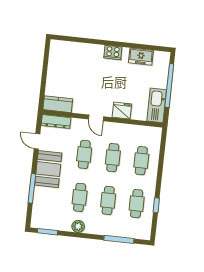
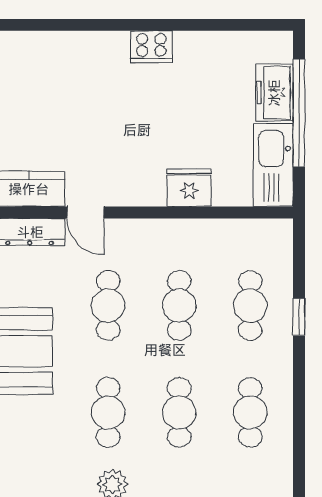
freezer: (141, 57) -> (274, 93), moved, turned 90
door: (96, 118) -> (85, 212), moved
window: (156, 205) -> (299, 317), moved

